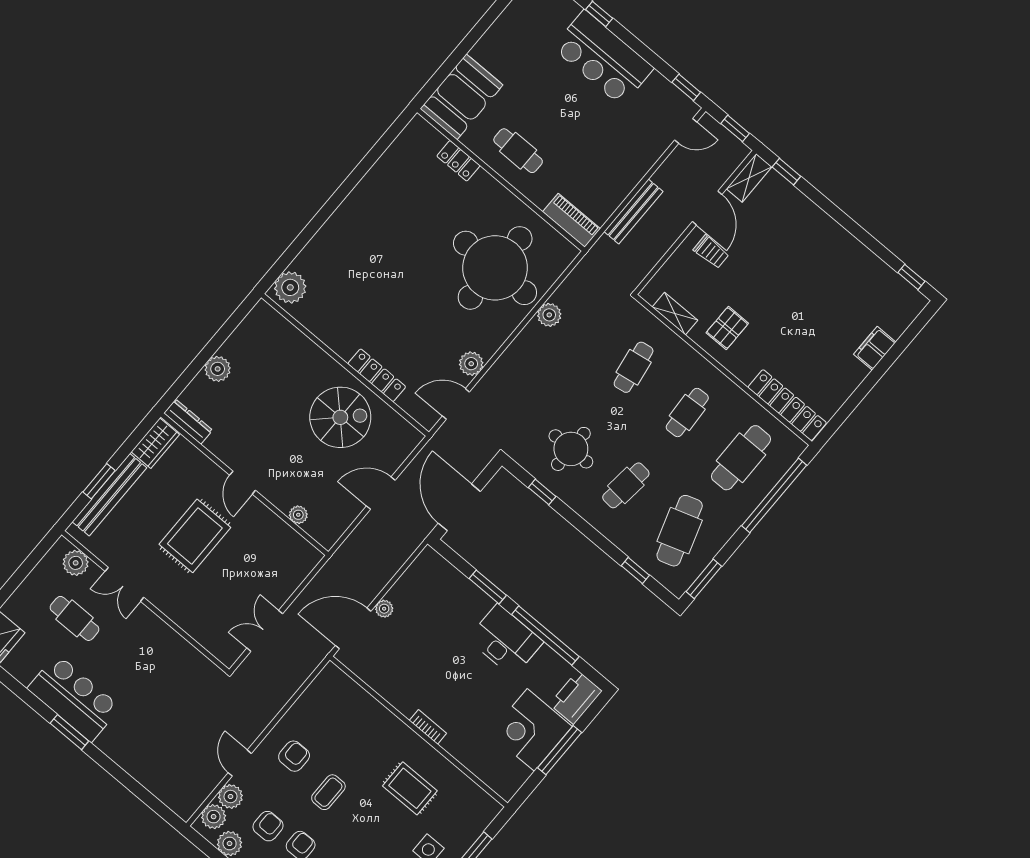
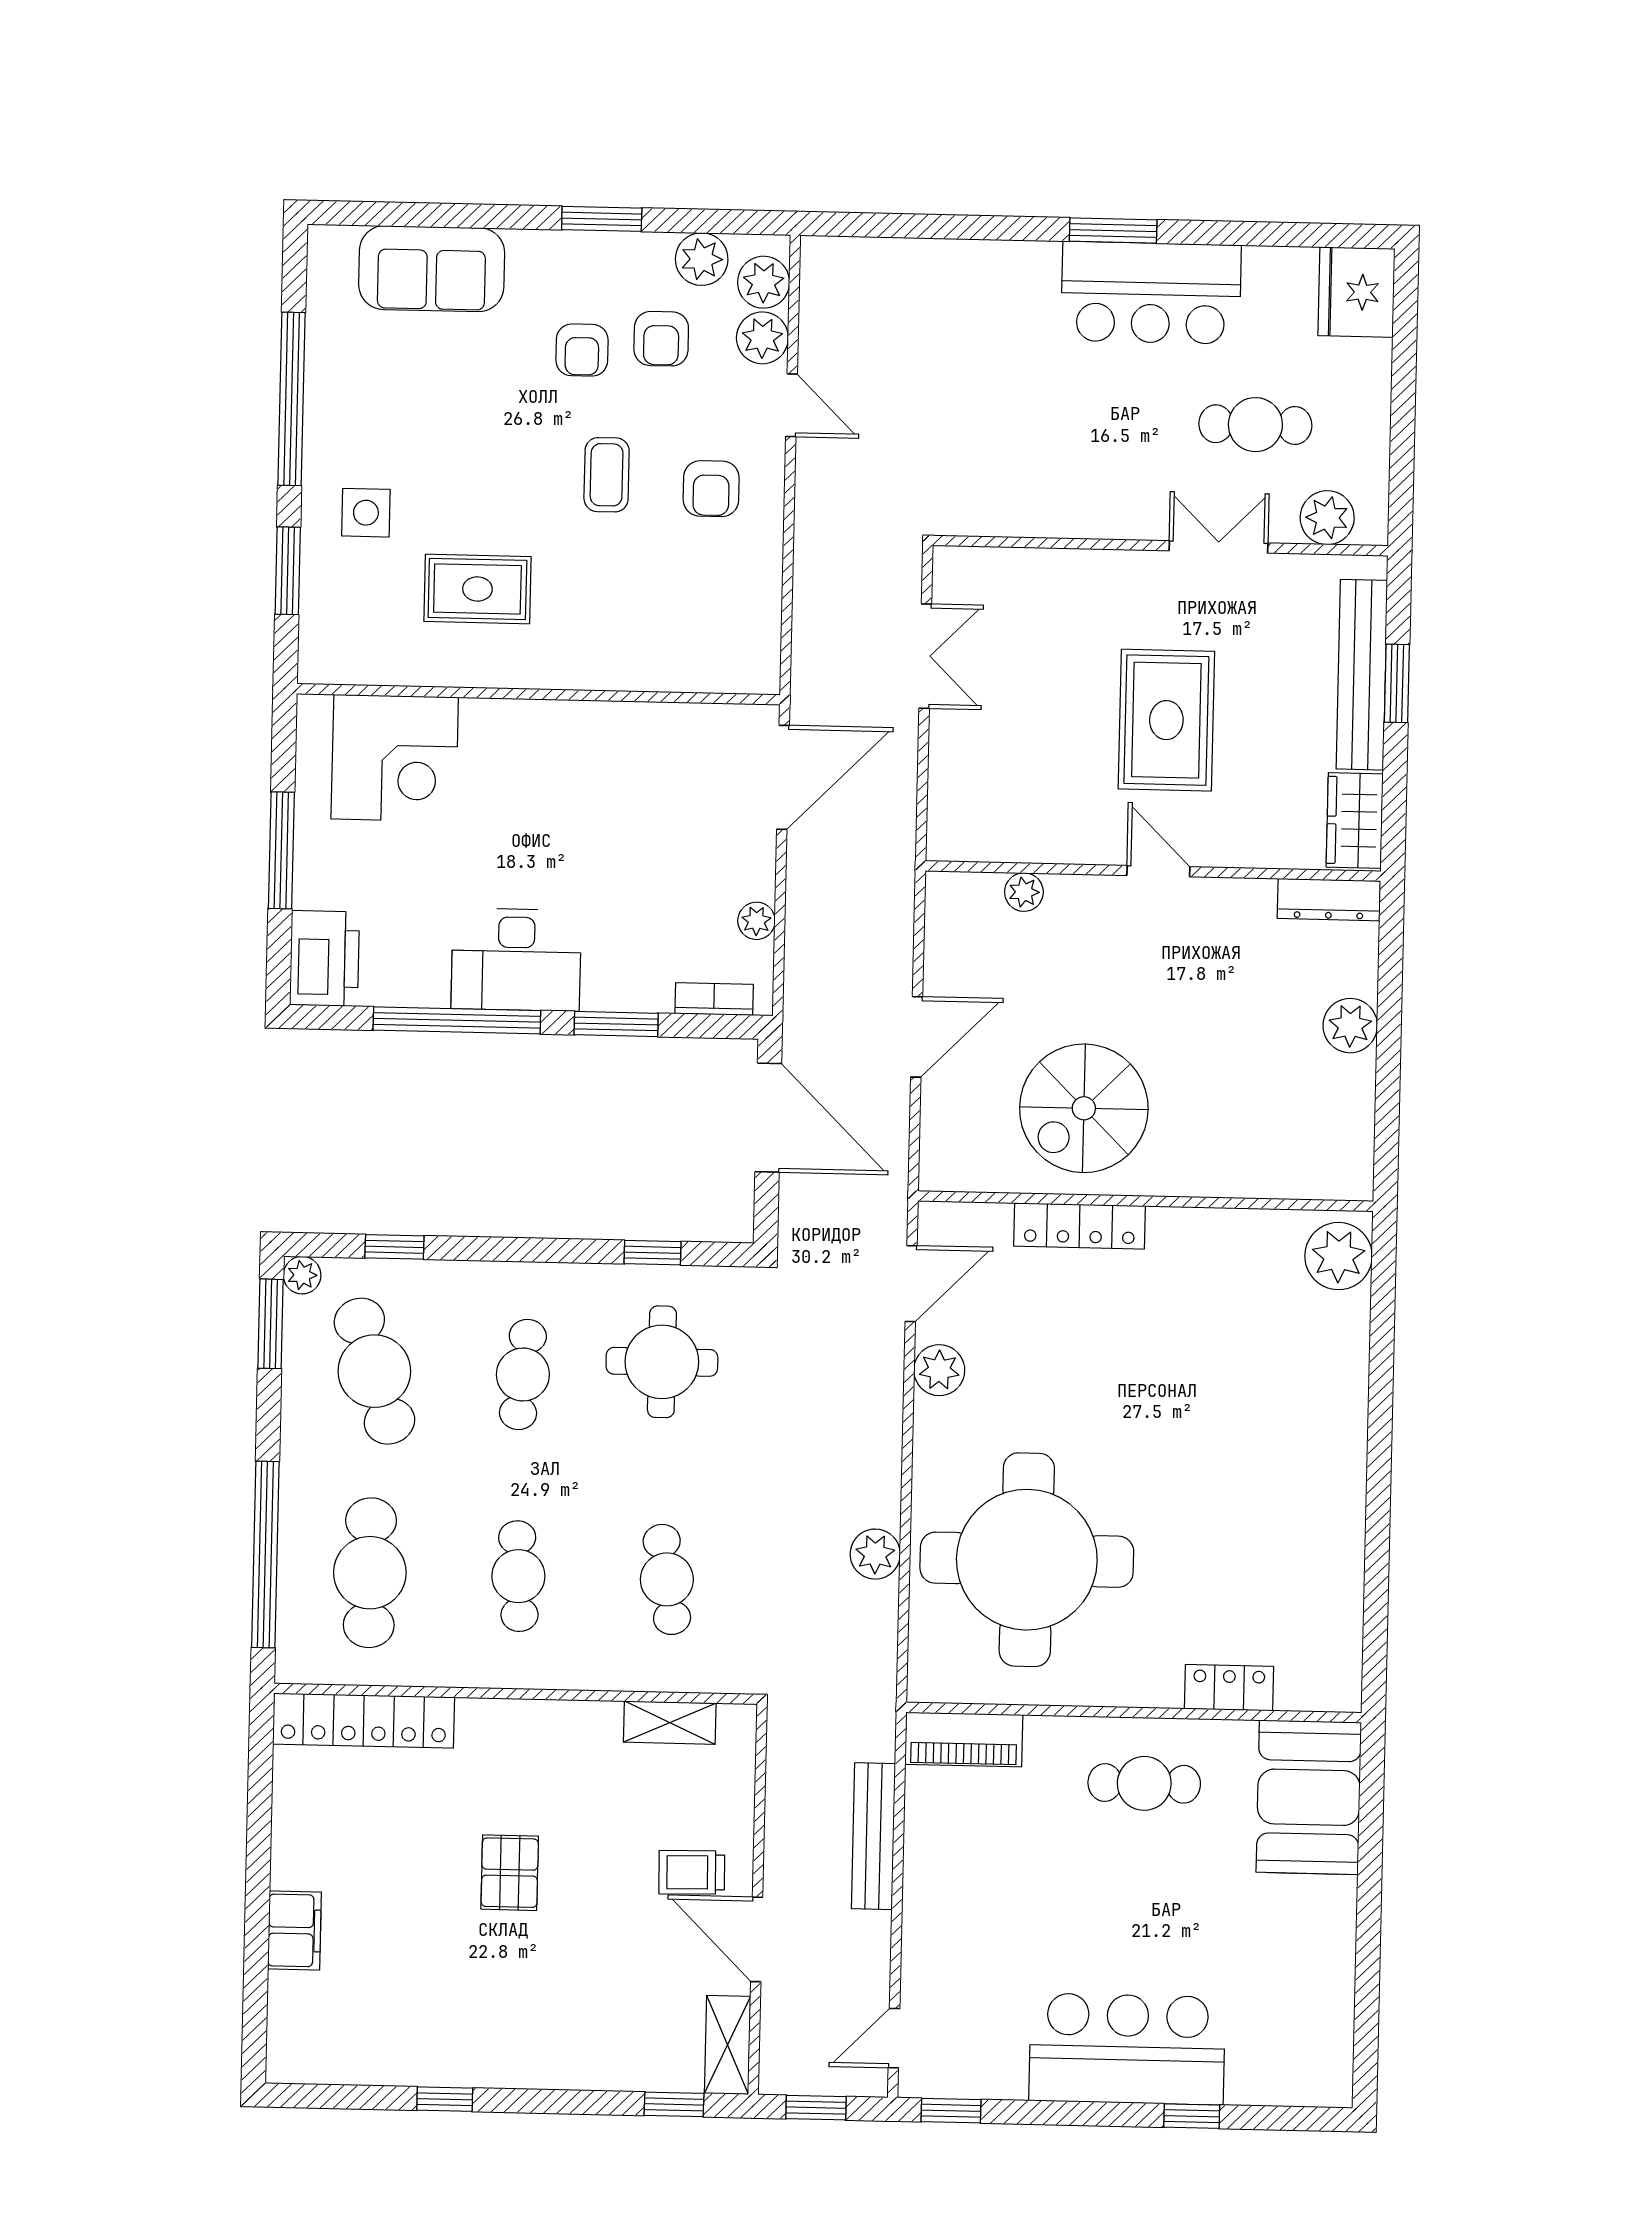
window: (911, 277) -> (445, 2099), moved
pallet: (727, 328) -> (510, 1873), moved
plant: (678, 587) -> (302, 1275), added
plant: (384, 609) -> (756, 921), moved
bookcase: (428, 727) -> (714, 999), moved, turned 180
corner desk: (531, 730) -> (395, 758), moved, turned 90

